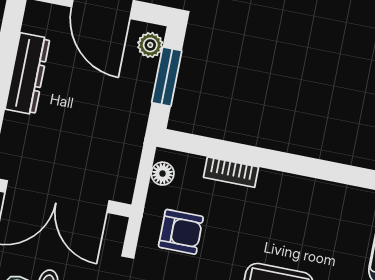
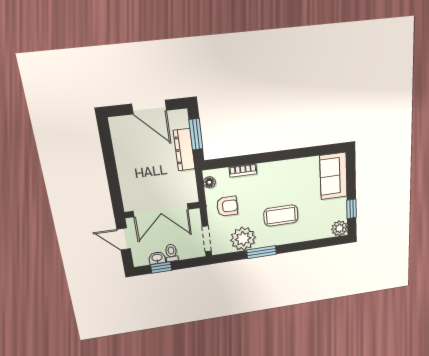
plant: (150, 45) -> (182, 121), removed
dresser: (27, 74) -> (184, 150), moved, turned 180

